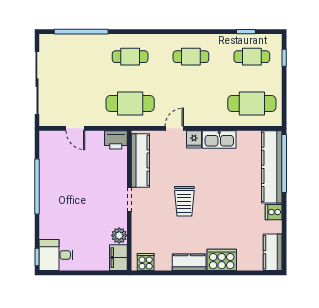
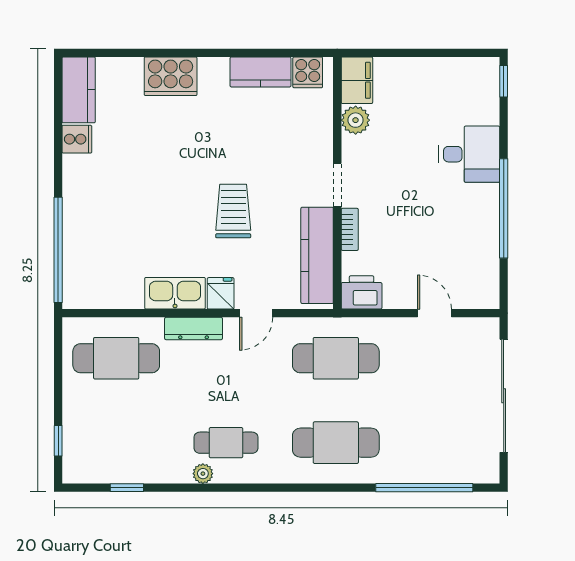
plant: (204, 40) -> (203, 474), added
cafe table: (130, 57) -> (336, 443), width x1.37, depth x1.35
cafe table: (252, 57) -> (116, 443), removed
dresser: (209, 120) -> (194, 328), added
kitchen counter: (272, 167) -> (80, 244), removed
bookcase: (122, 175) -> (350, 229), added
trolley: (184, 201) -> (233, 211), moved
cooker: (274, 212) -> (77, 139), moved
desk: (56, 255) -> (469, 154), moved
kitchen counter: (189, 262) -> (260, 72), moved

